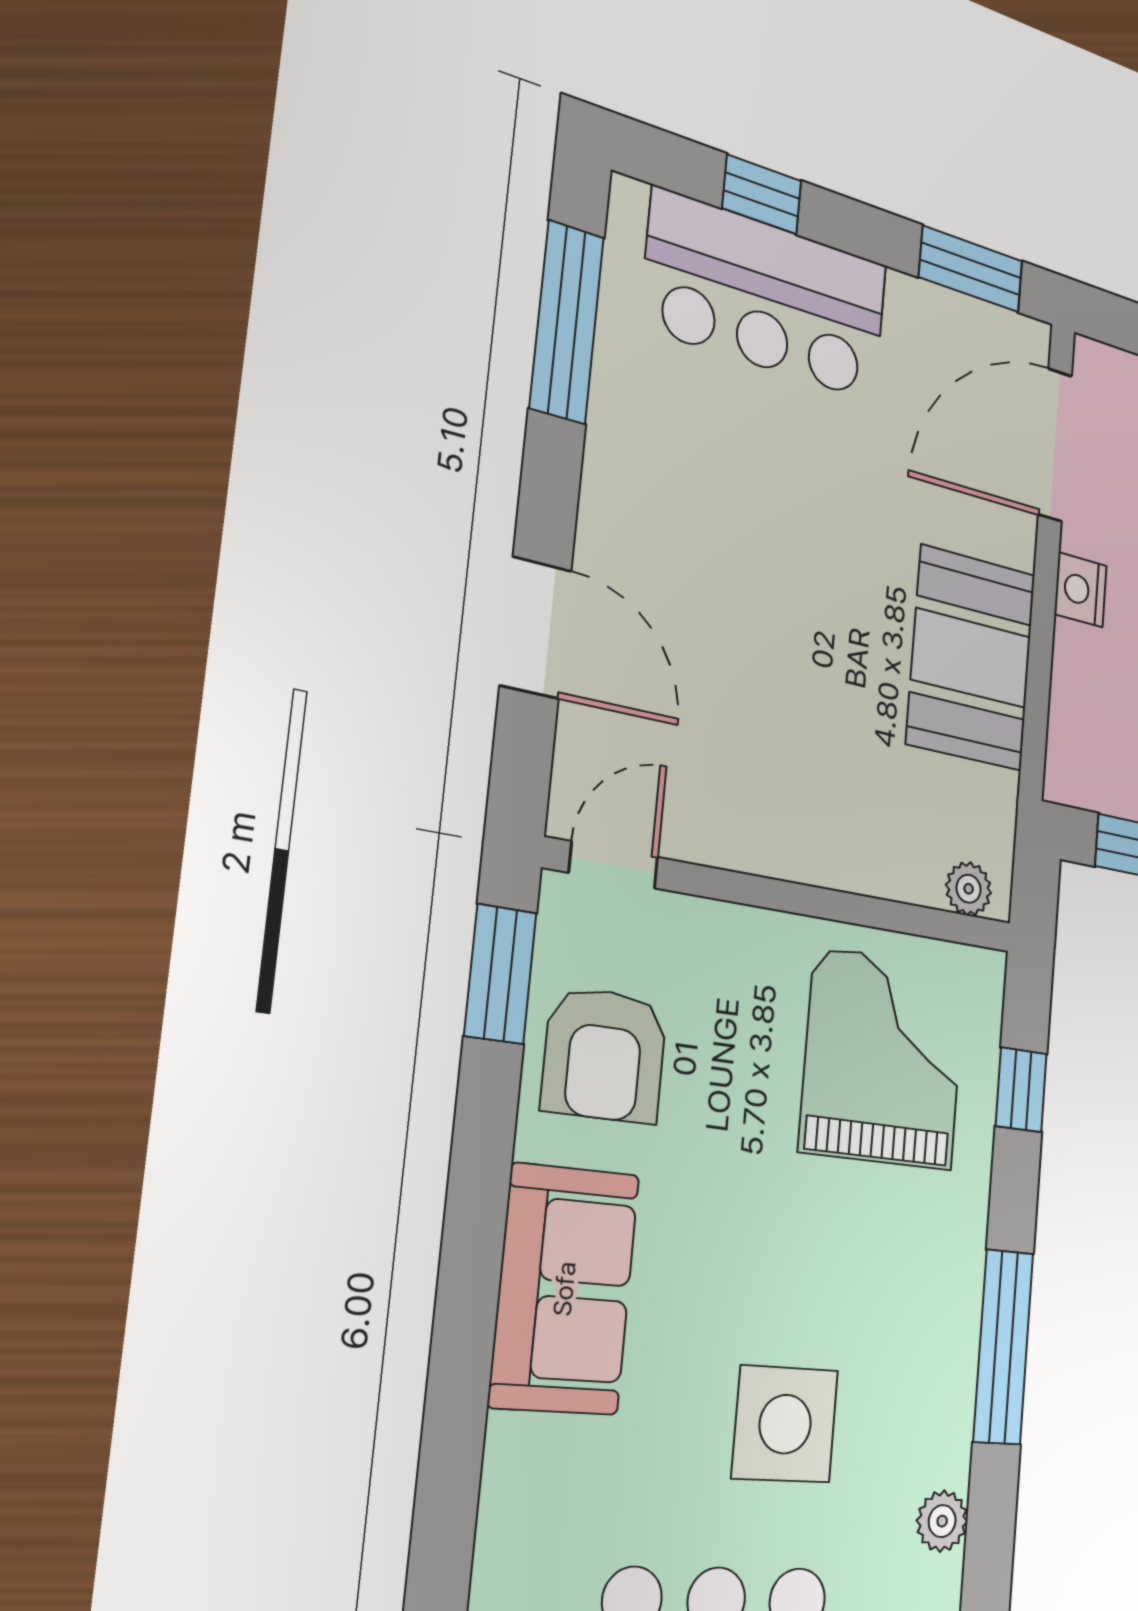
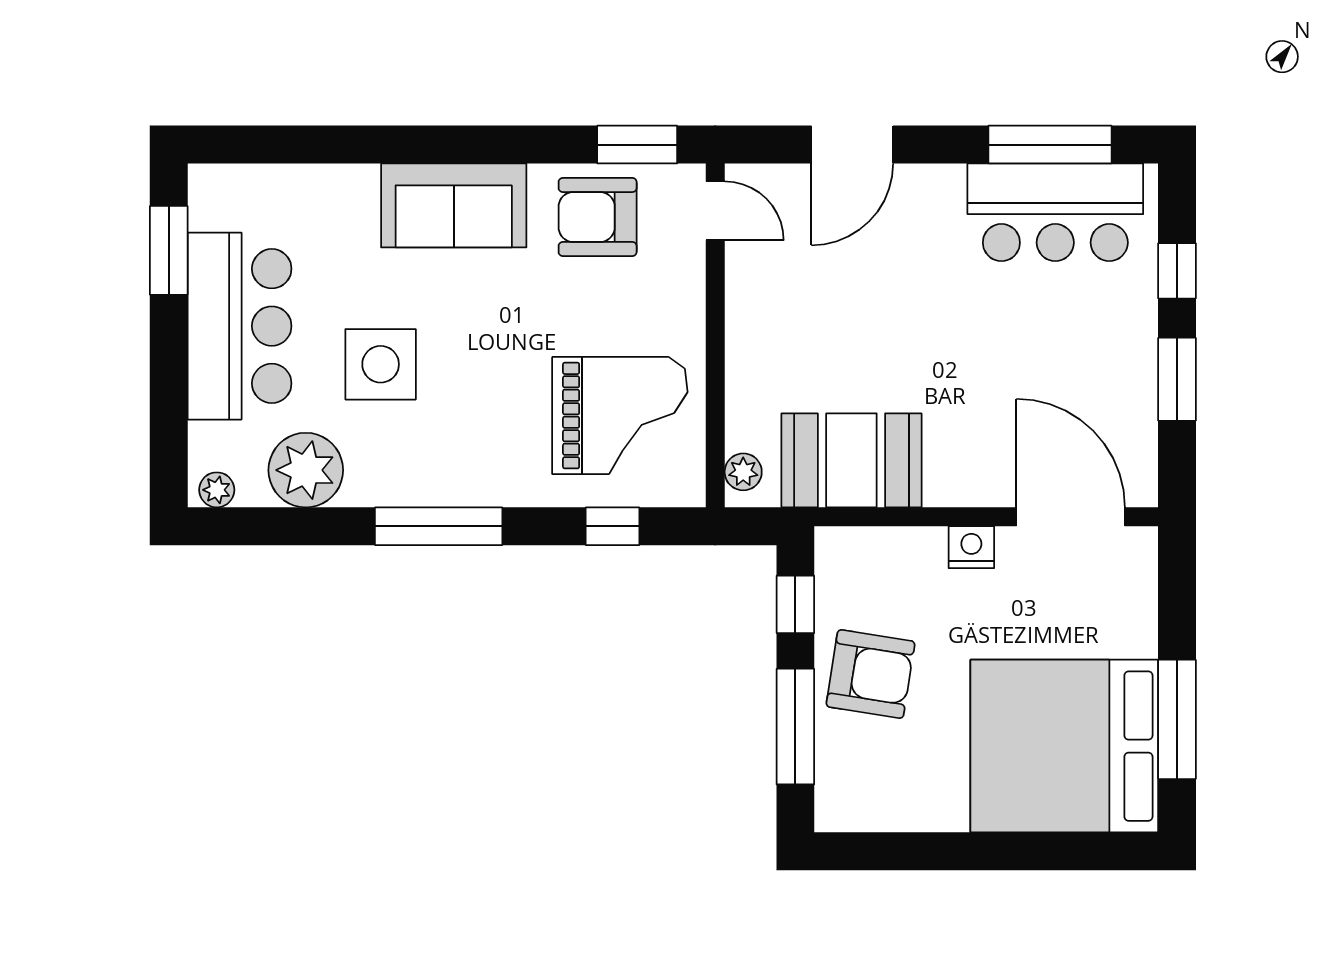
window: (971, 269) -> (1177, 379), moved
bar counter: (766, 296) -> (1055, 212), moved, turned -90
booth: (971, 658) -> (851, 460), moved
plant: (942, 1521) -> (306, 470), width x1.87, depth x1.87

